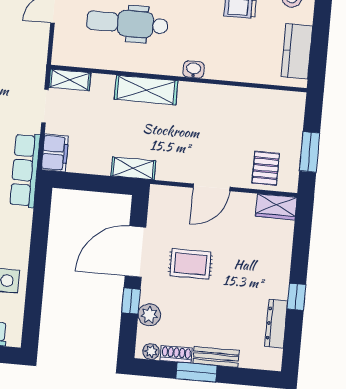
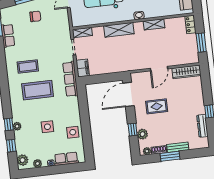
locker: (295, 110) -> (190, 24), added
shelving: (133, 168) -> (154, 24), moved
pallet: (266, 168) -> (182, 54), removed
wardrobe: (276, 207) -> (186, 72), width x1.50
door: (135, 252) -> (128, 94), moved

